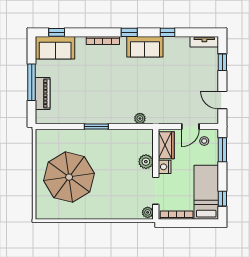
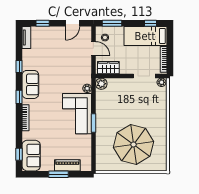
window: (32, 82) -> (58, 174), width x0.69
corner sofa: (108, 106) -> (77, 114), added
plant: (146, 162) -> (101, 84), moved
nightstand: (165, 167) -> (125, 69), removed

